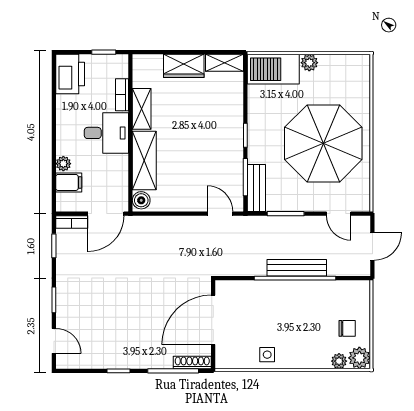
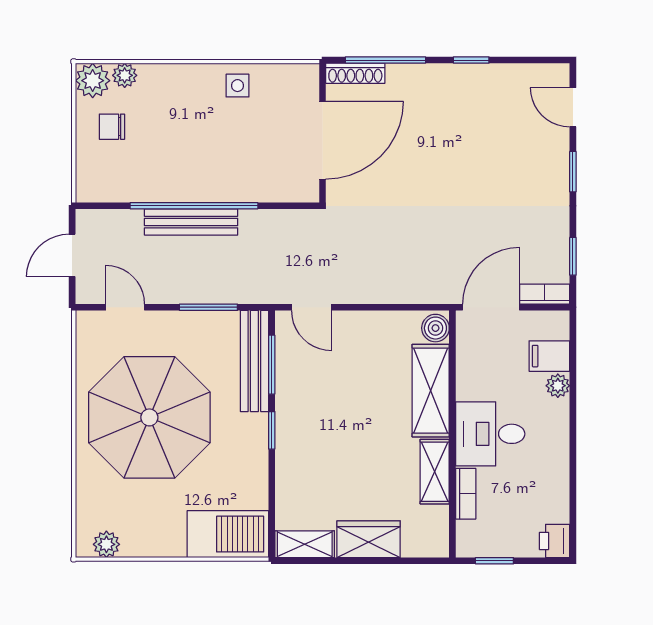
plant: (309, 63) -> (106, 544), moved
printer: (70, 74) -> (555, 541), width x0.53, depth x0.68
bench: (256, 188) -> (254, 361), width x1.36

